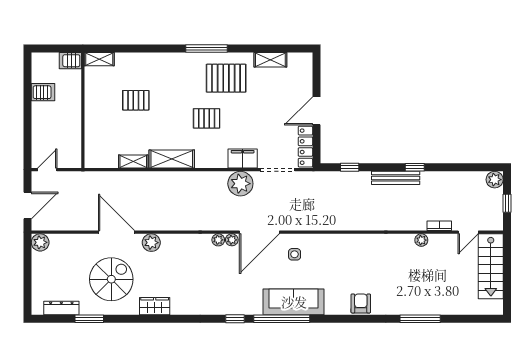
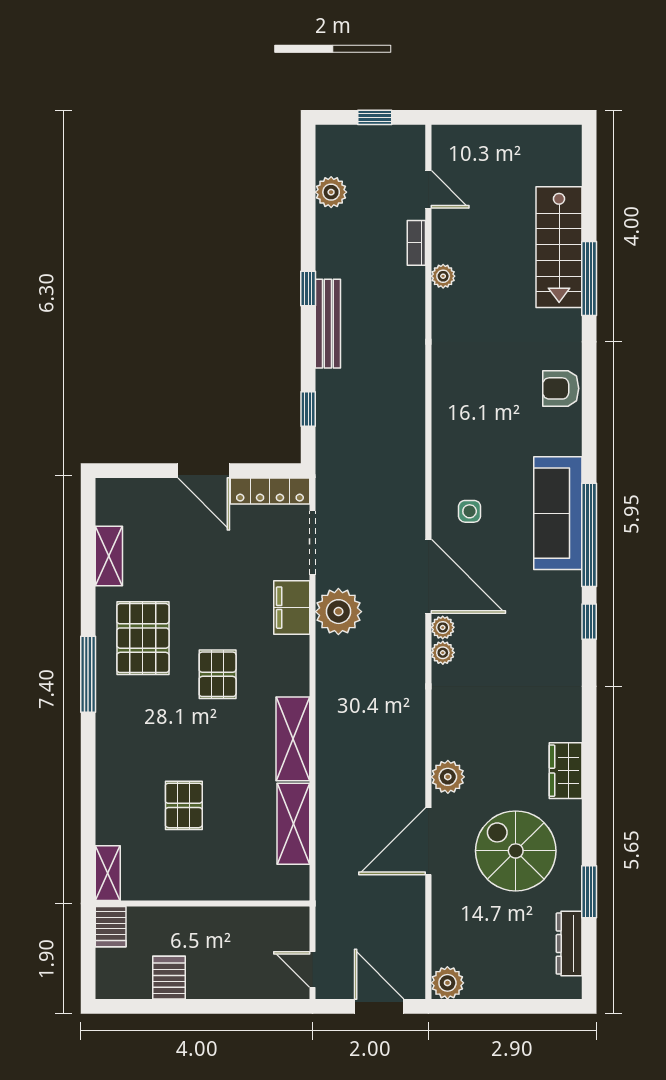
shelving: (133, 161) -> (293, 824), width x1.50, depth x1.33
plant: (495, 180) -> (331, 192), moved
stairs: (491, 266) -> (559, 247), moved, turned 90

